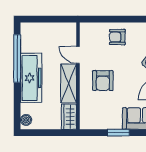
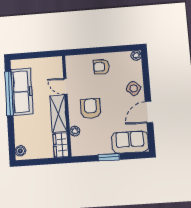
freezer: (31, 78) -> (22, 92), moved
armchair: (103, 81) -> (91, 109), turned 180
plant: (85, 103) -> (75, 131), added

